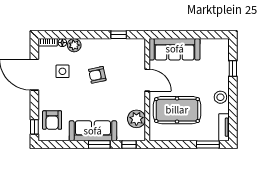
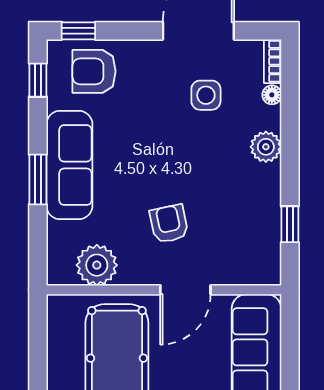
plant: (74, 45) -> (266, 147), moved
armchair: (97, 75) -> (169, 224), moved
window: (129, 144) -> (38, 80), moved

